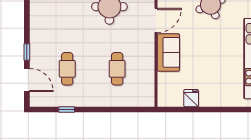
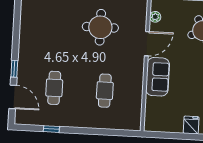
fridge: (191, 98) -> (191, 125), moved

